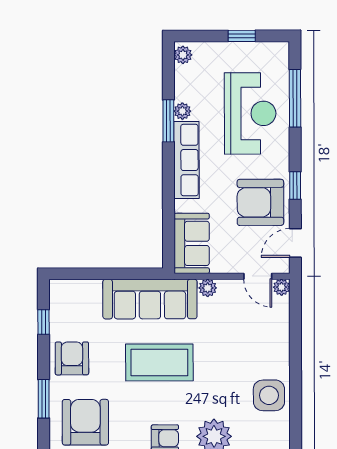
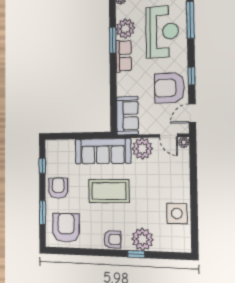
plant: (182, 111) -> (125, 29), width x1.87, depth x1.87
row of seats: (187, 160) -> (124, 56), width x0.68
plant: (208, 288) -> (142, 149), width x1.87, depth x1.87

